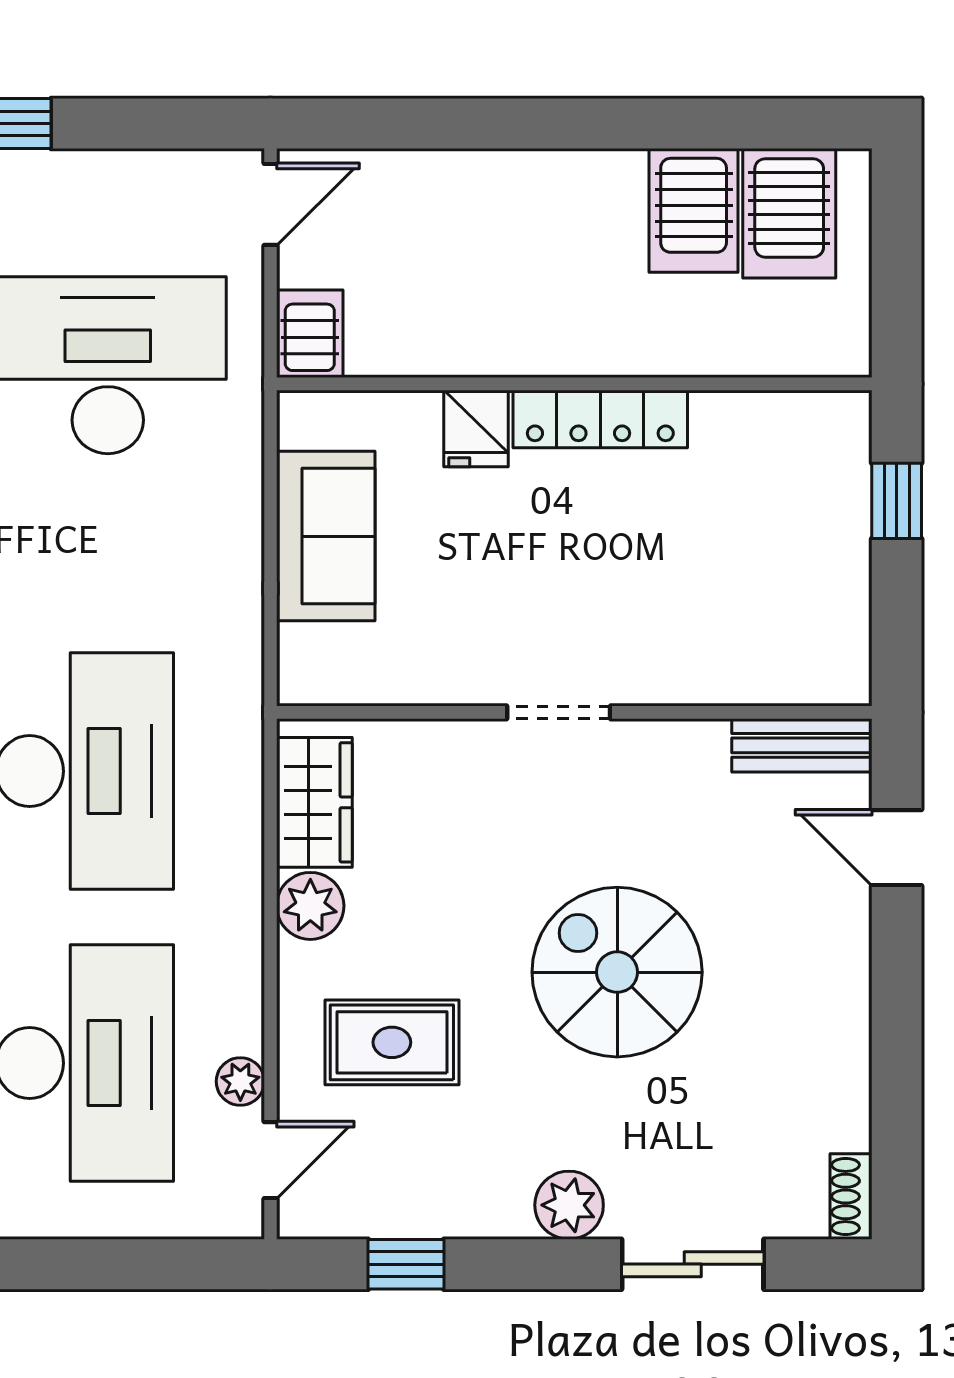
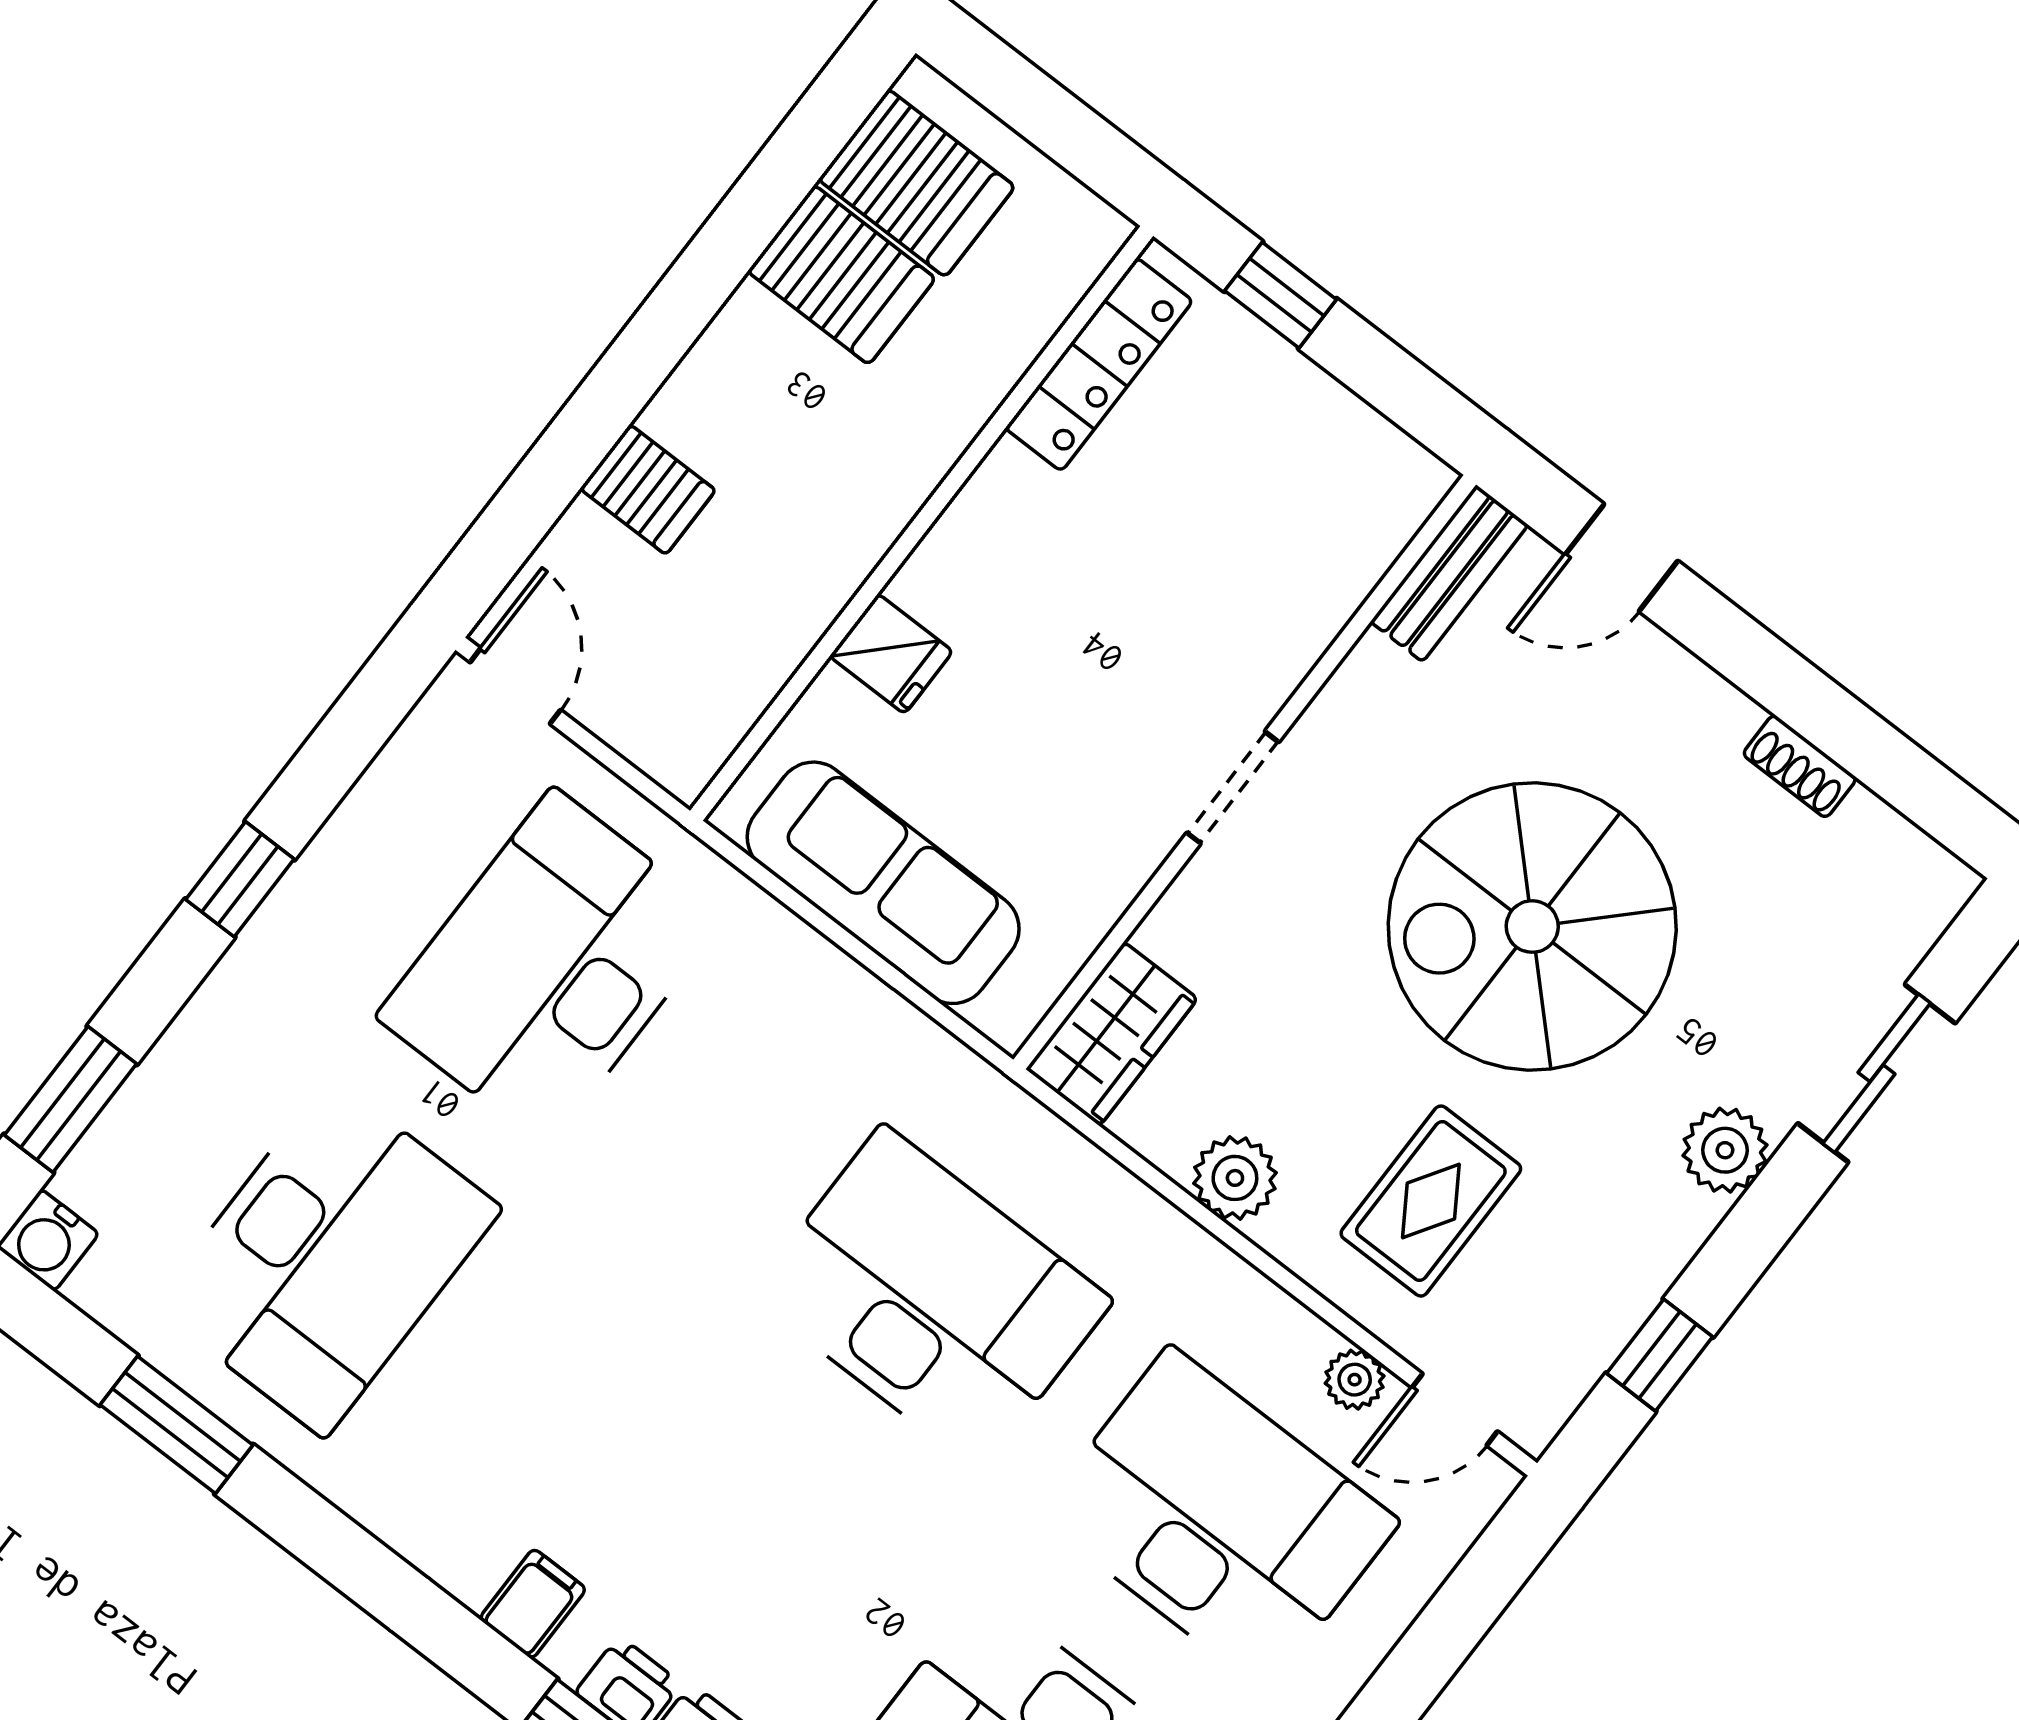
server rack: (310, 334) -> (648, 489), moved, turned 180
locker: (600, 419) -> (1099, 364), moved
sofa: (326, 536) -> (883, 883), width x1.36
wardrobe: (314, 802) -> (1112, 1034), moved, turned 90
spiral stairs: (617, 972) -> (1532, 927), width x1.37, depth x1.37
door: (270, 1160) -> (1455, 1409), swing flipped
shoe rack: (851, 1196) -> (1800, 766), moved

